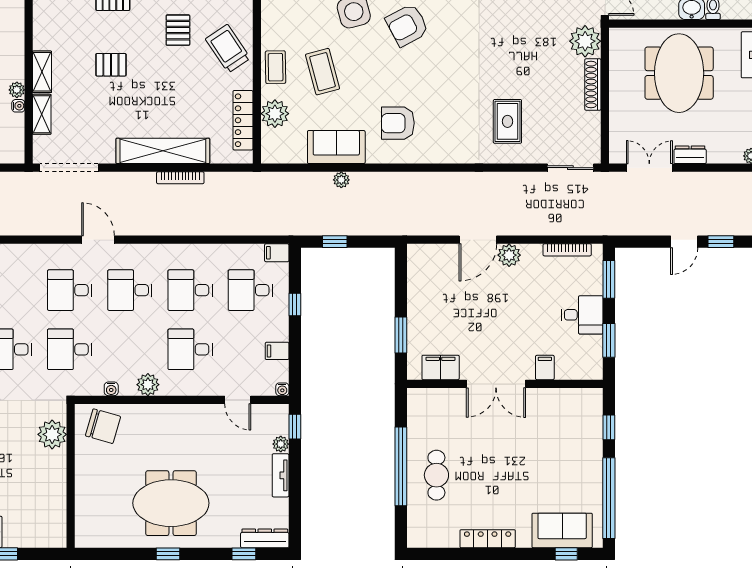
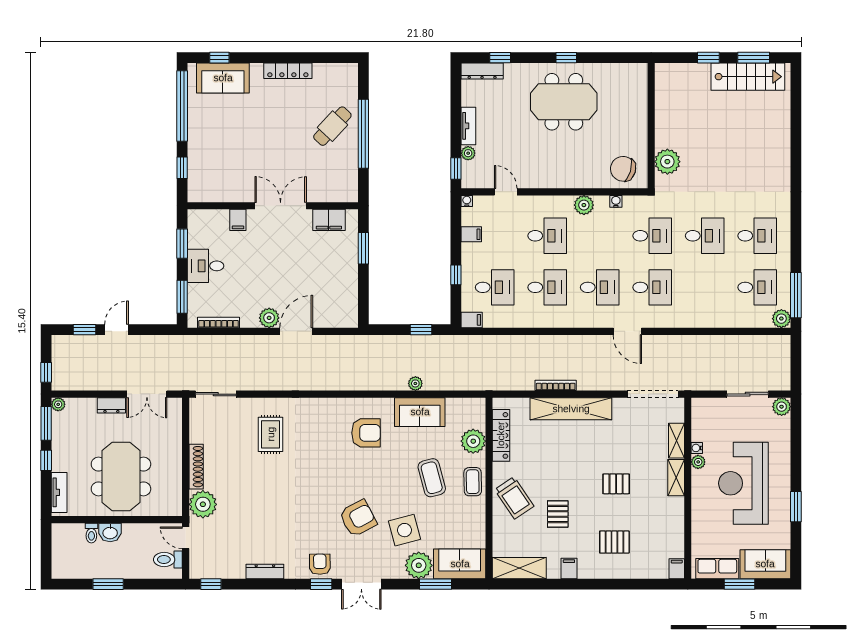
cafe table: (436, 475) -> (332, 126), turned 43

